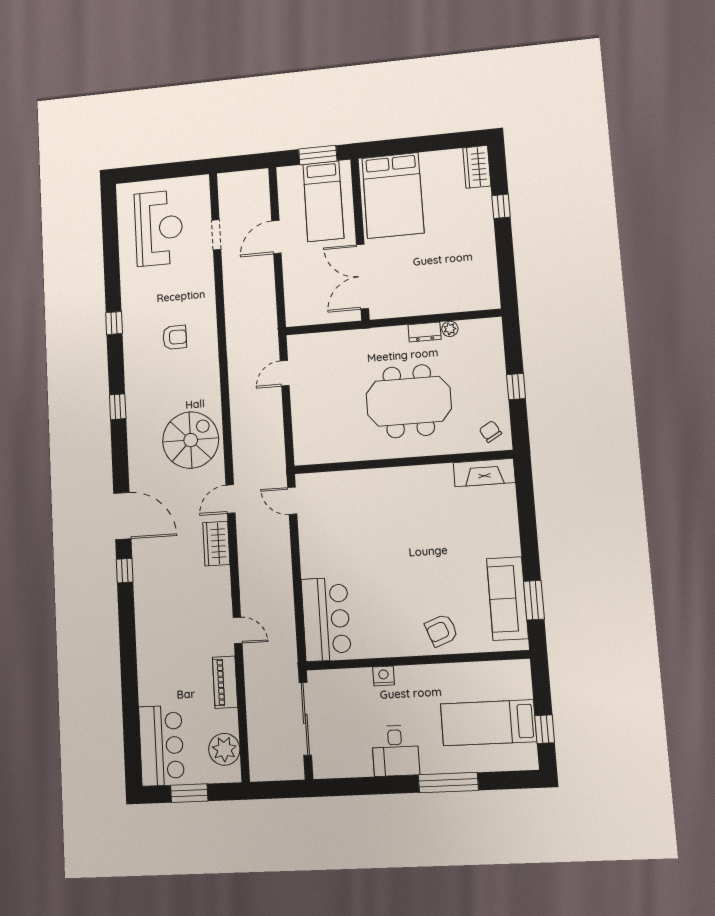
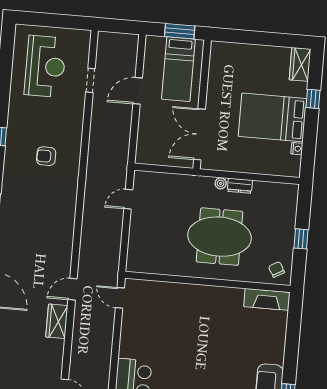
bed: (393, 195) -> (272, 117), moved, turned 90
nightstand: (491, 272) -> (297, 149), added
plant: (450, 329) -> (221, 183), moved
armchair: (175, 337) -> (46, 156), turned 180
spiral stairs: (191, 440) -> (48, 239), removed

